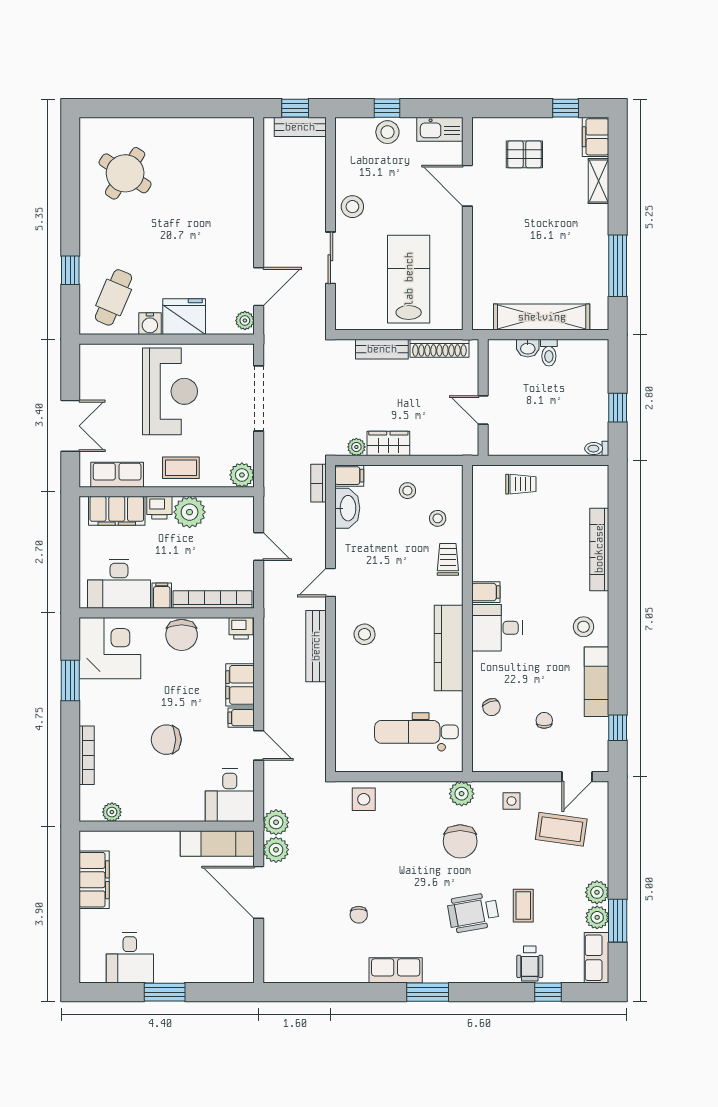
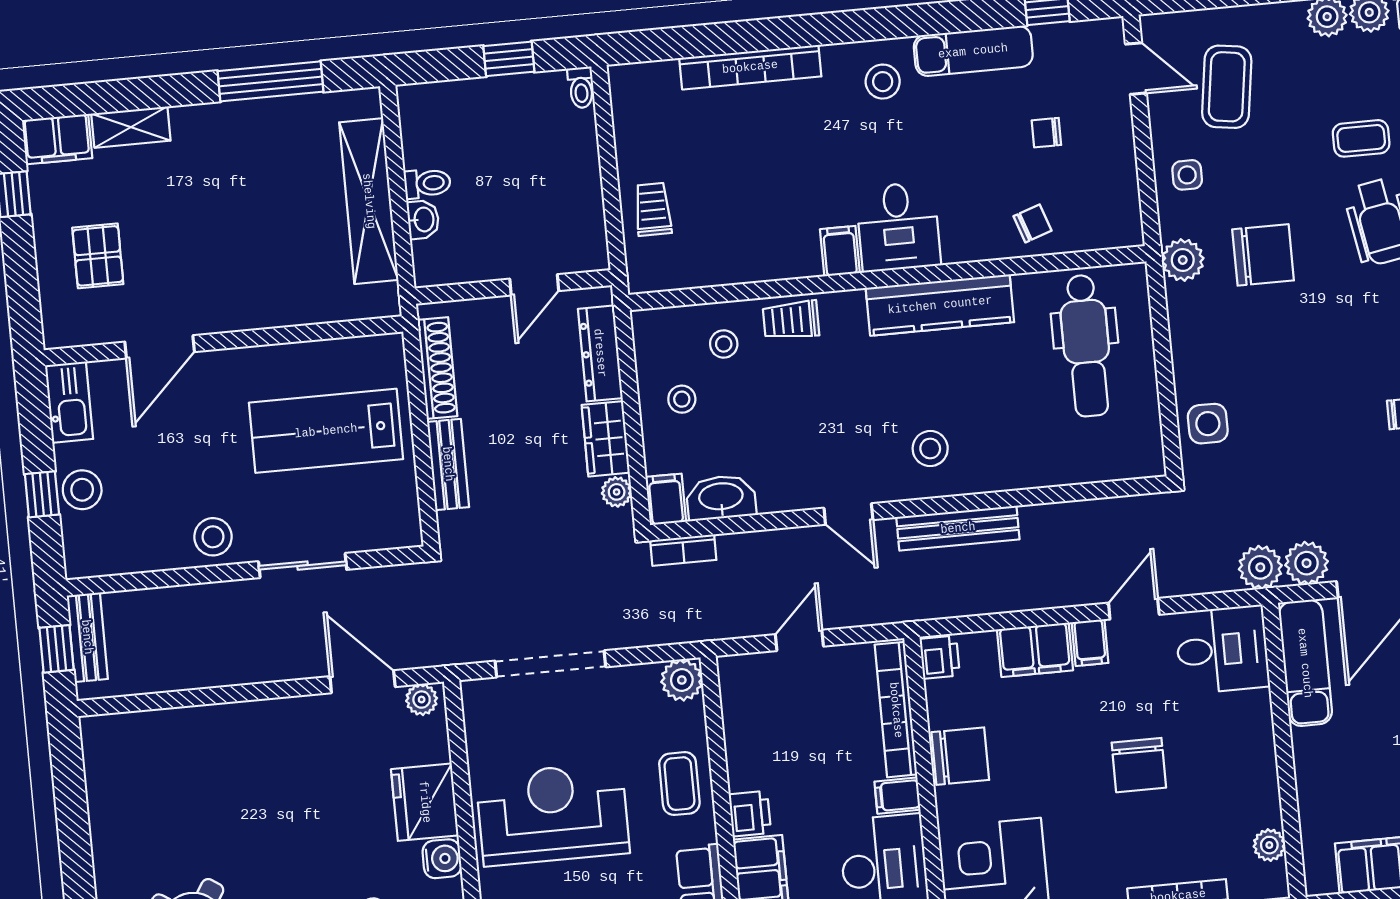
dresser: (439, 445) -> (600, 353), added
plant: (190, 512) -> (753, 762), removed

